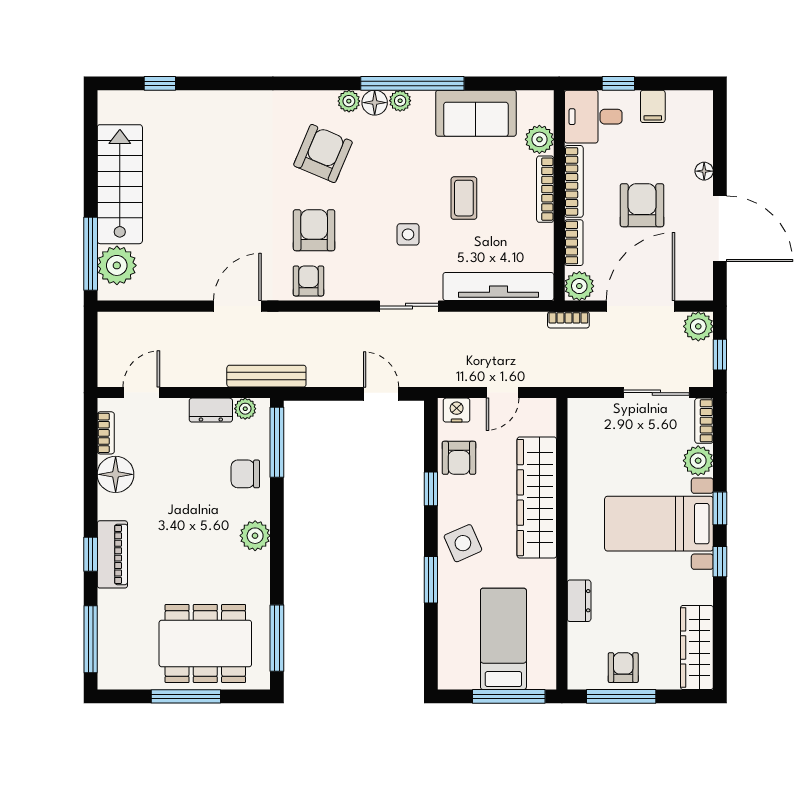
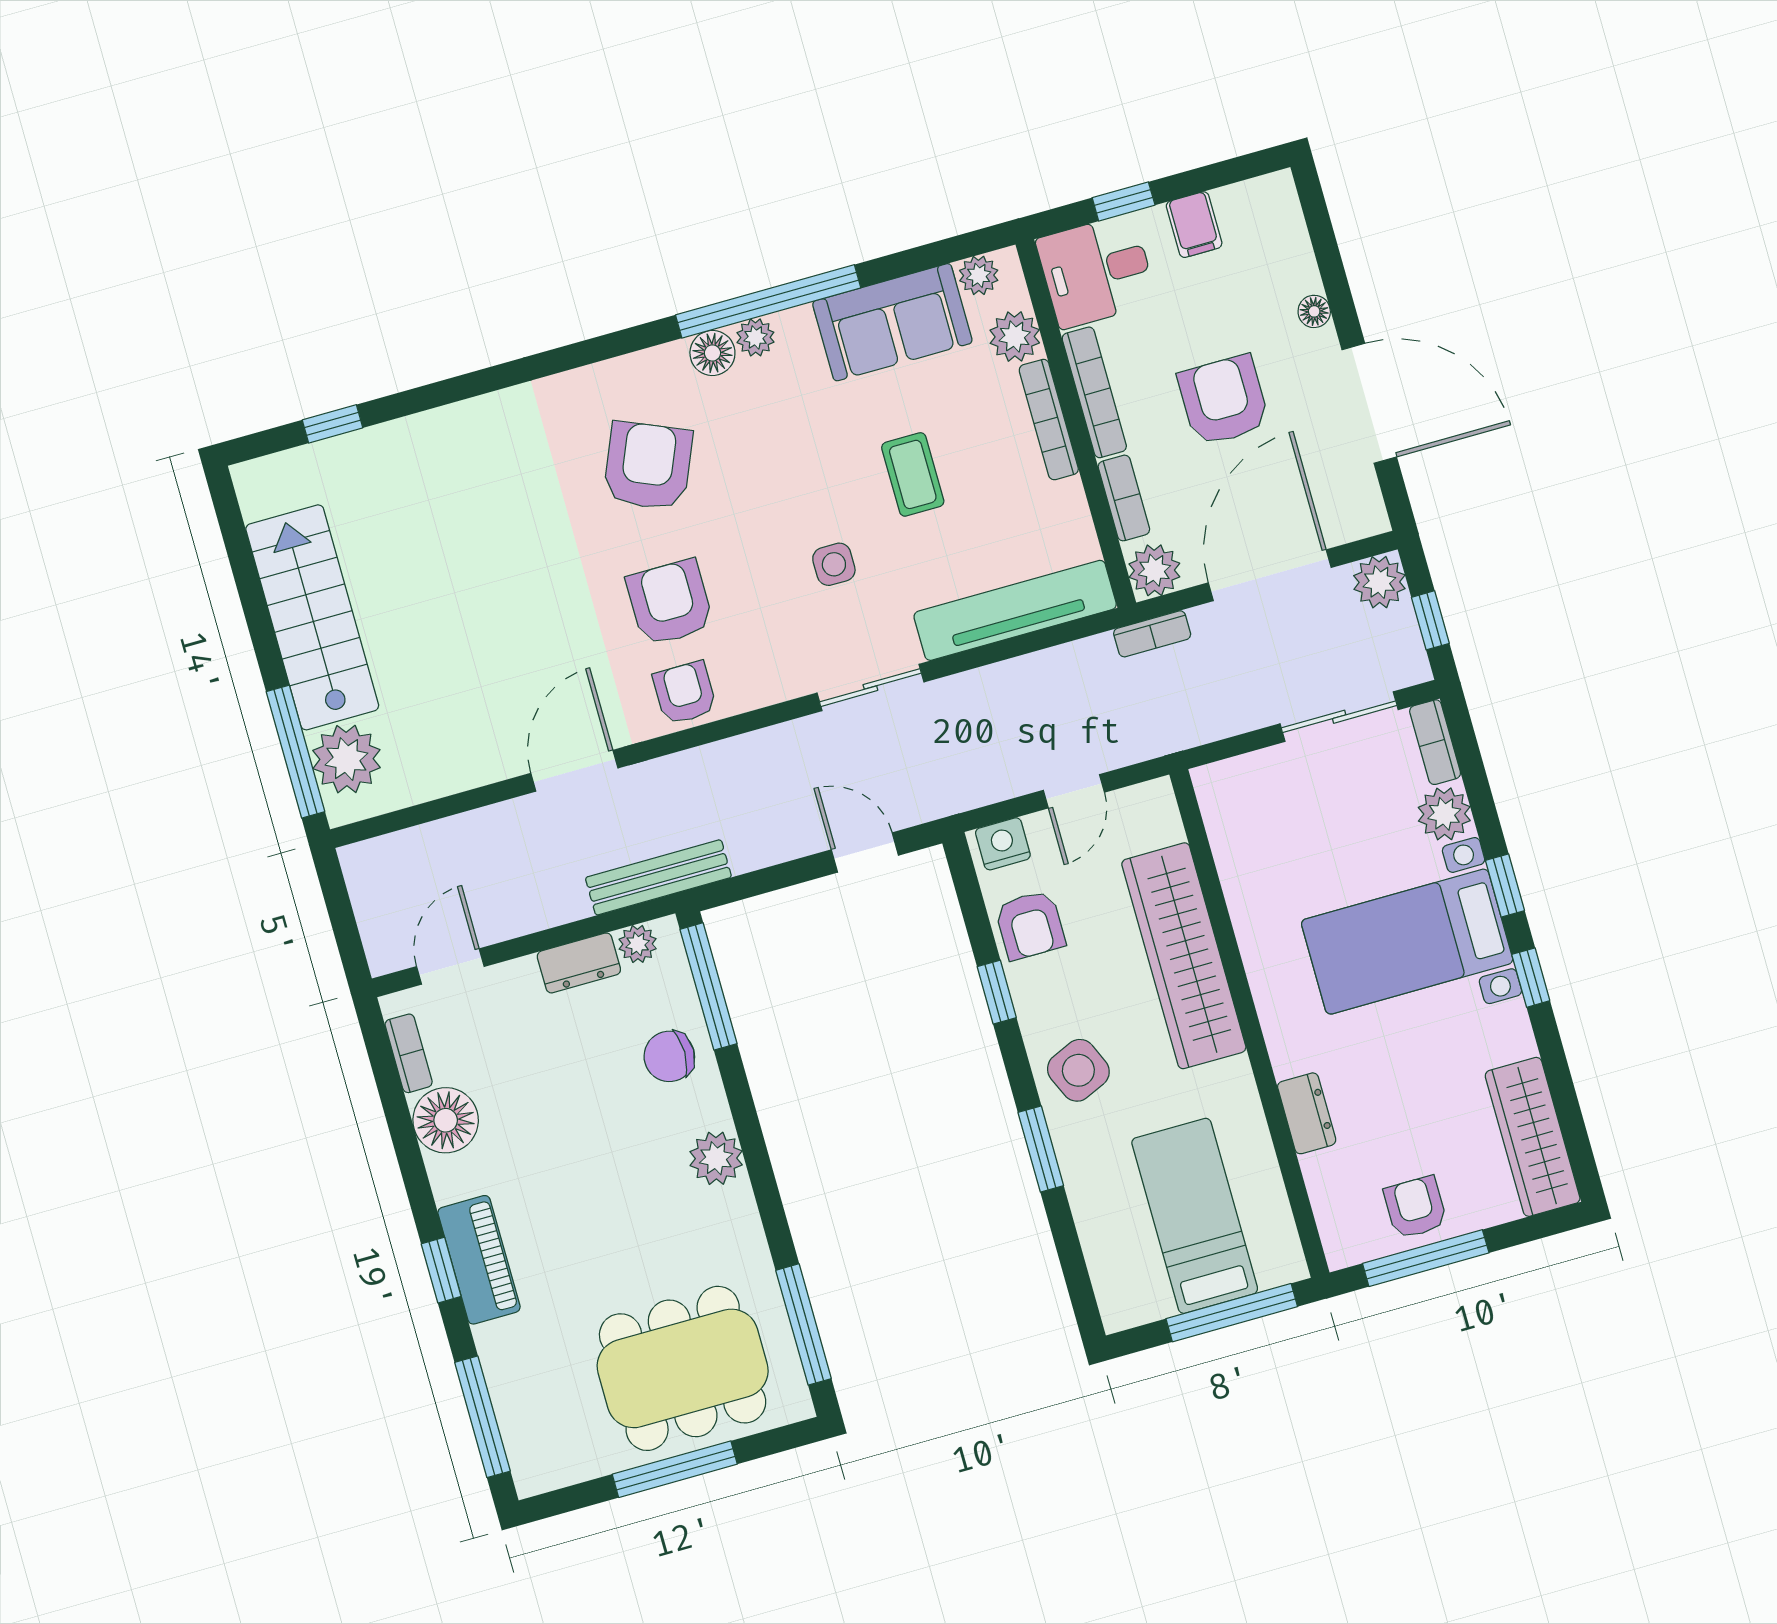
plant: (349, 101) -> (979, 275), moved

